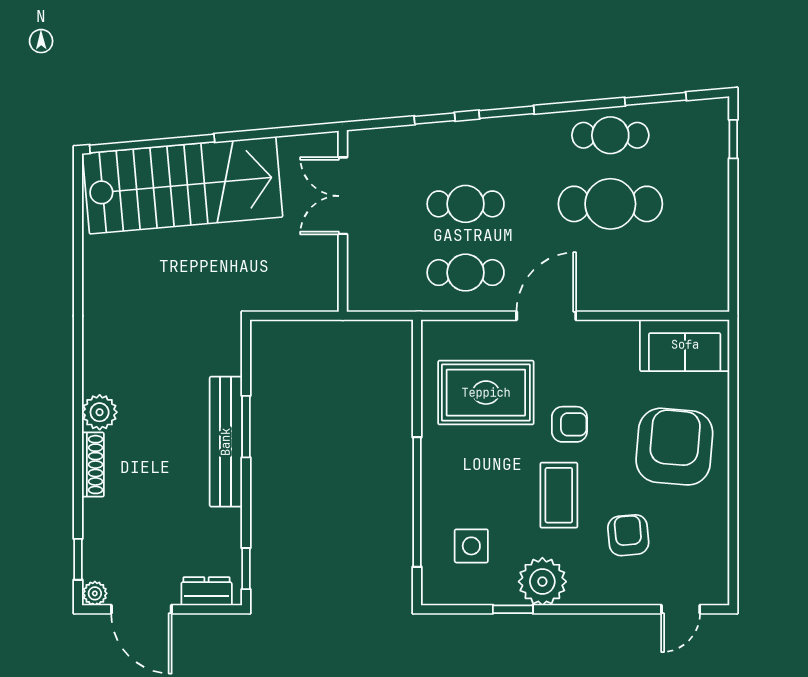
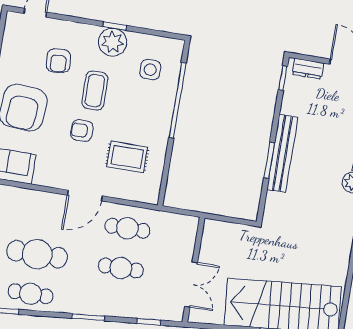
window: (435, 118) -> (149, 322), moved
rug: (486, 393) -> (127, 157), width x0.73, depth x0.70
window: (513, 609) -> (115, 26), moved

